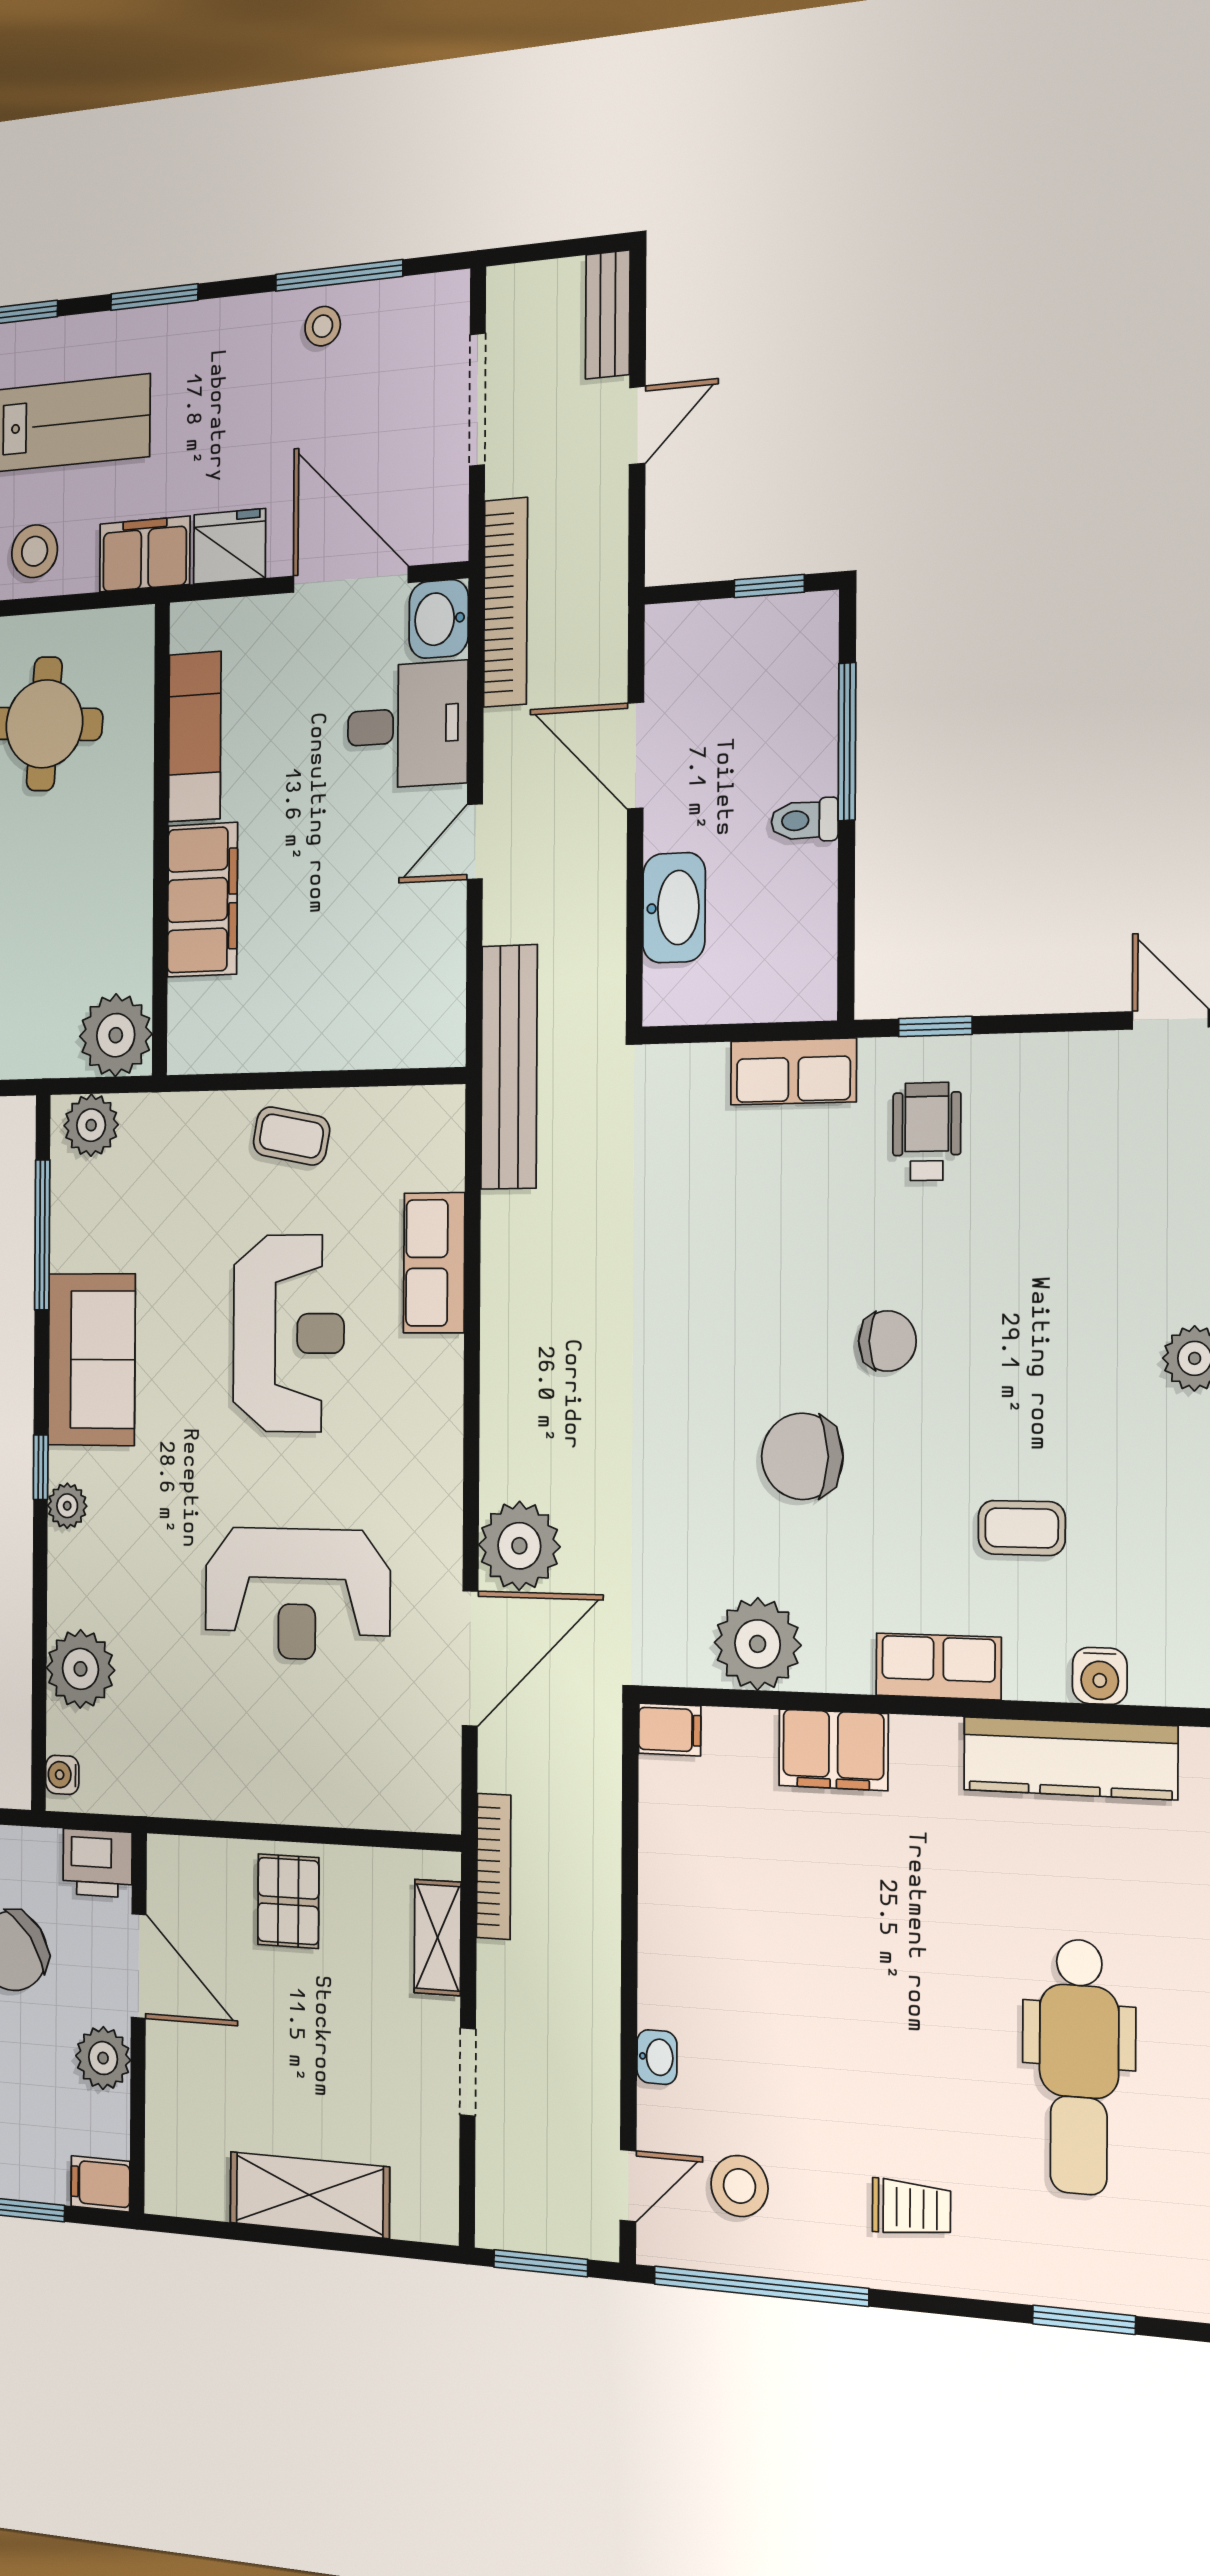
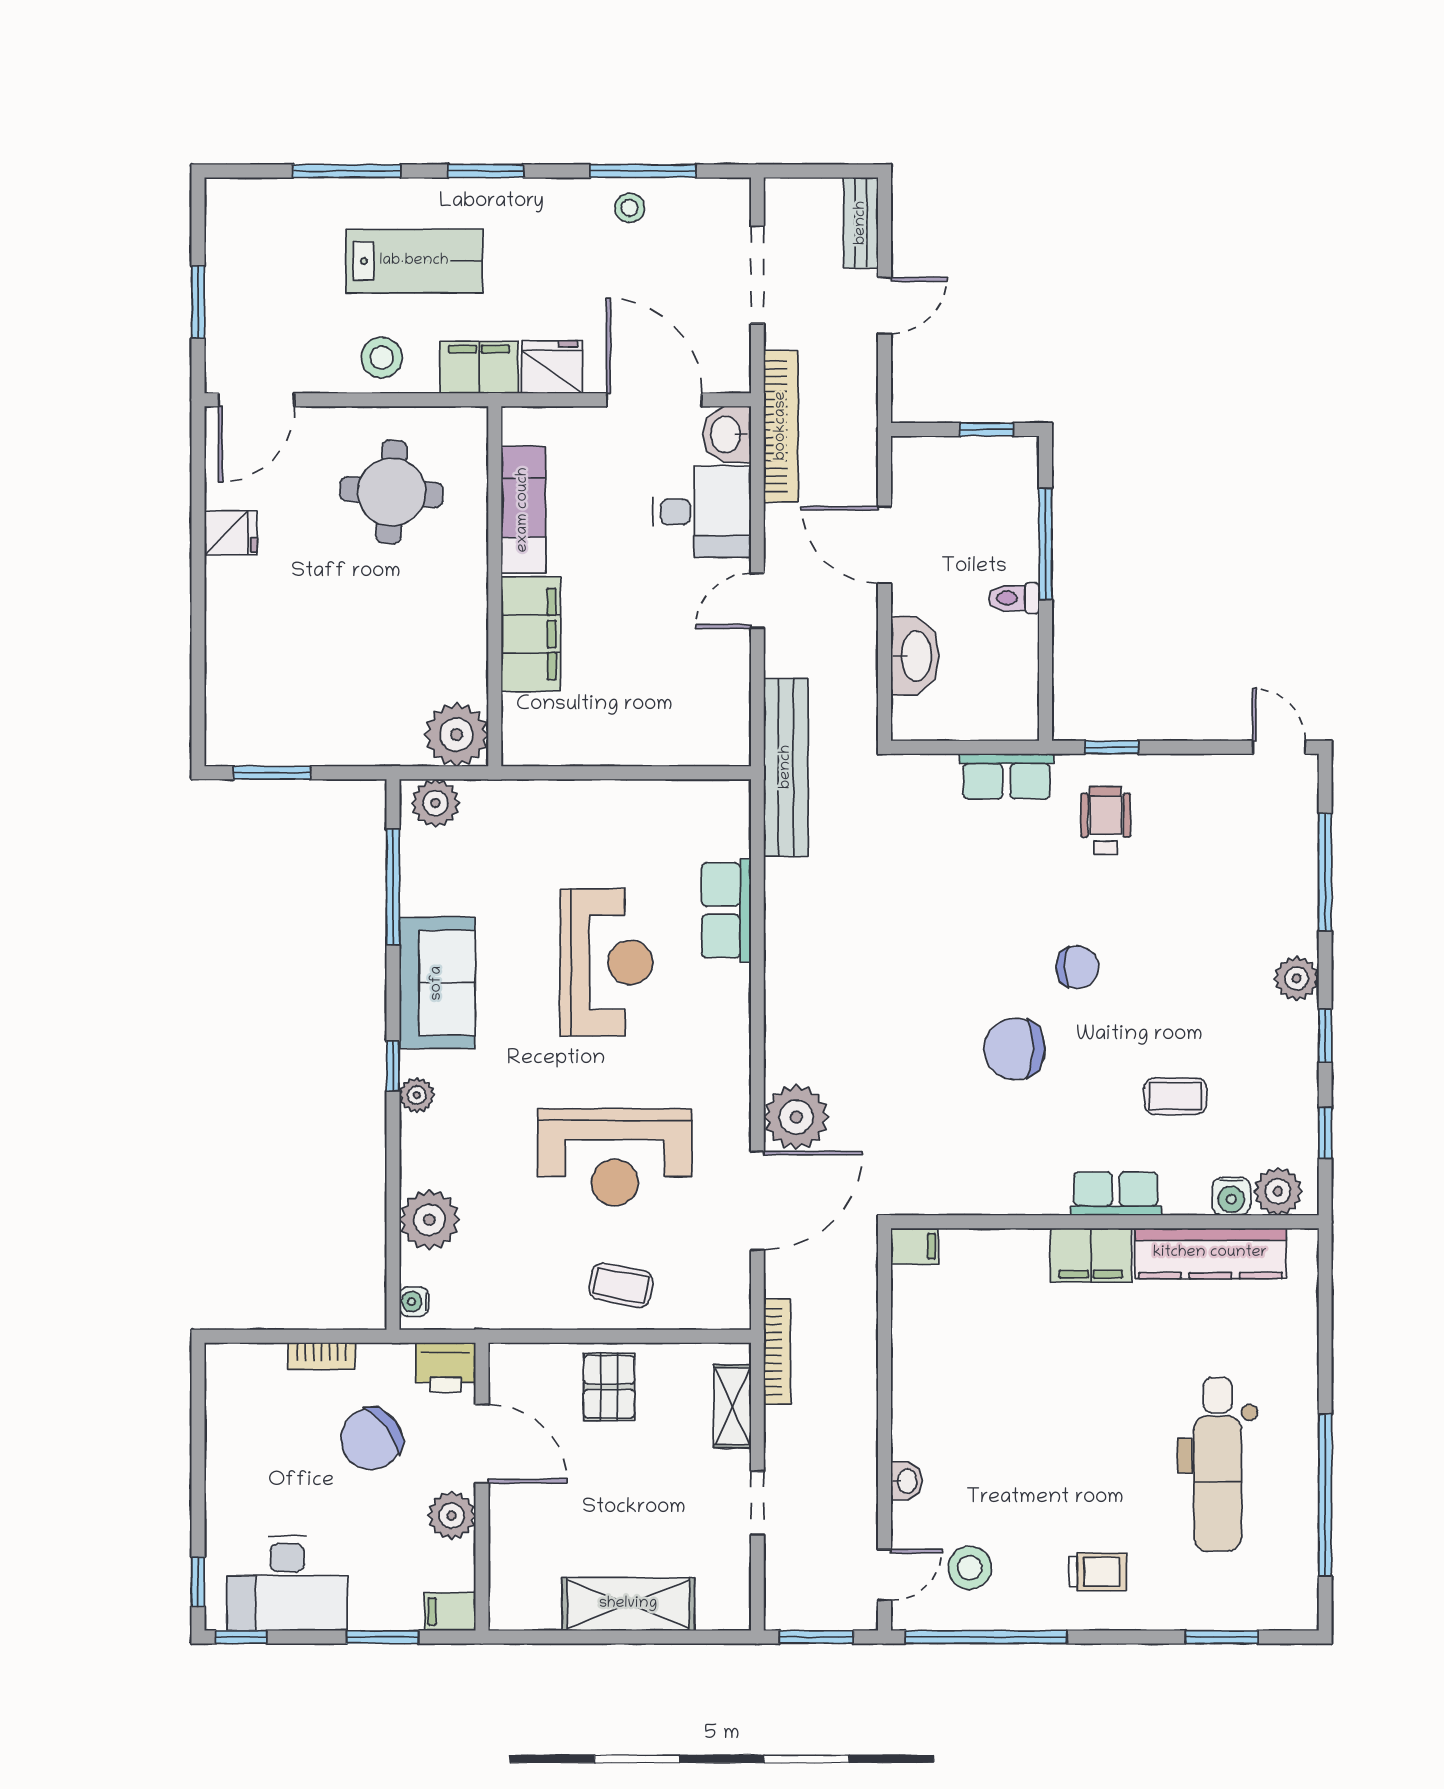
coffee table: (291, 1136) -> (621, 1285), moved
plant: (758, 1644) -> (1278, 1191), moved, width x0.73, depth x0.73
filing cabinet: (833, 1750) -> (1091, 1255), moved

